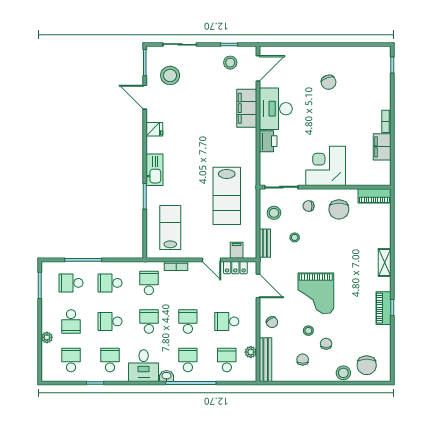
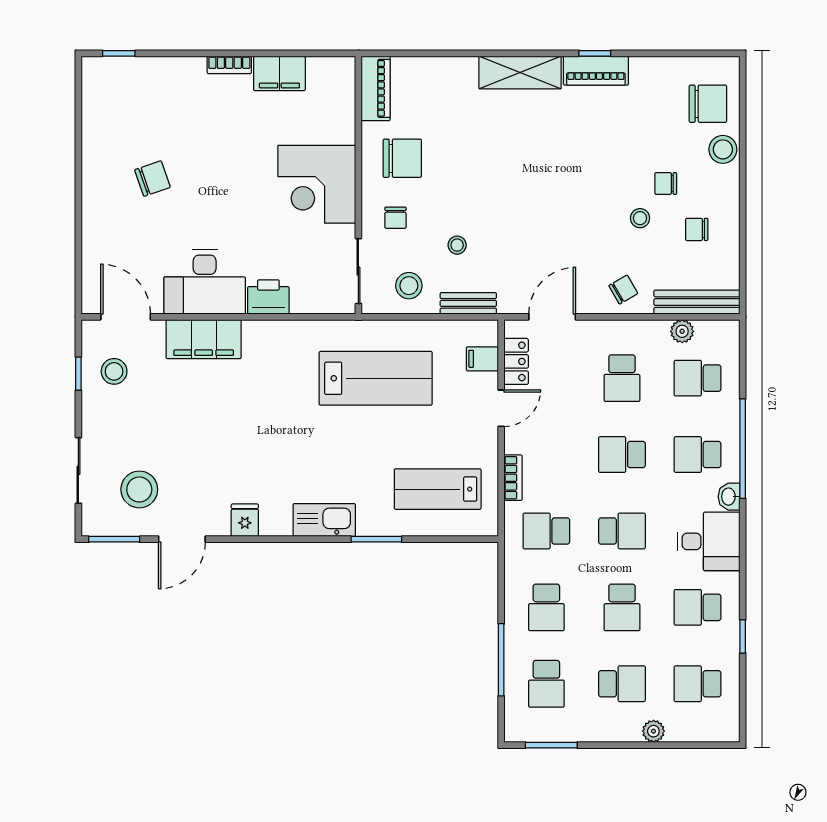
shelving: (385, 263) -> (520, 73), width x1.50, depth x1.33
grand piano: (316, 293) -> (567, 203), removed
school desk: (149, 321) -> (622, 531), turned 180

